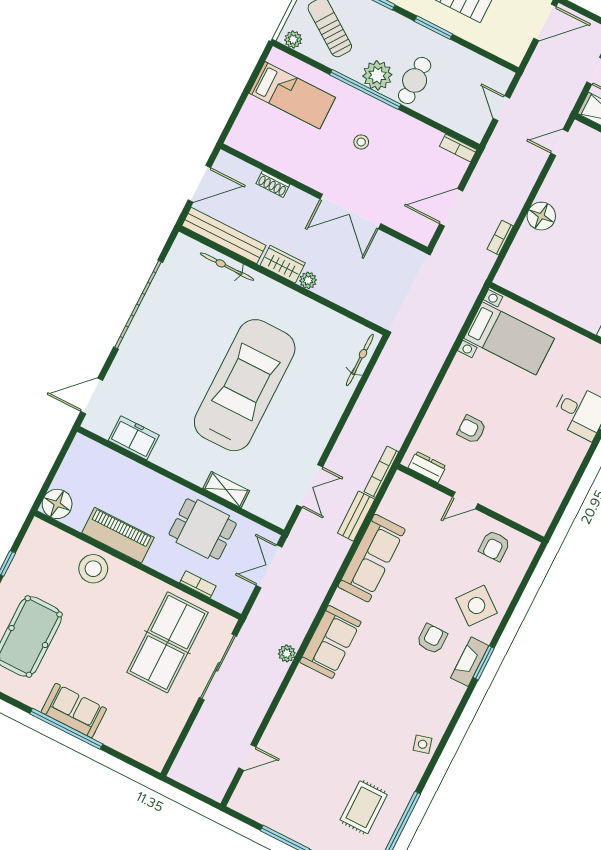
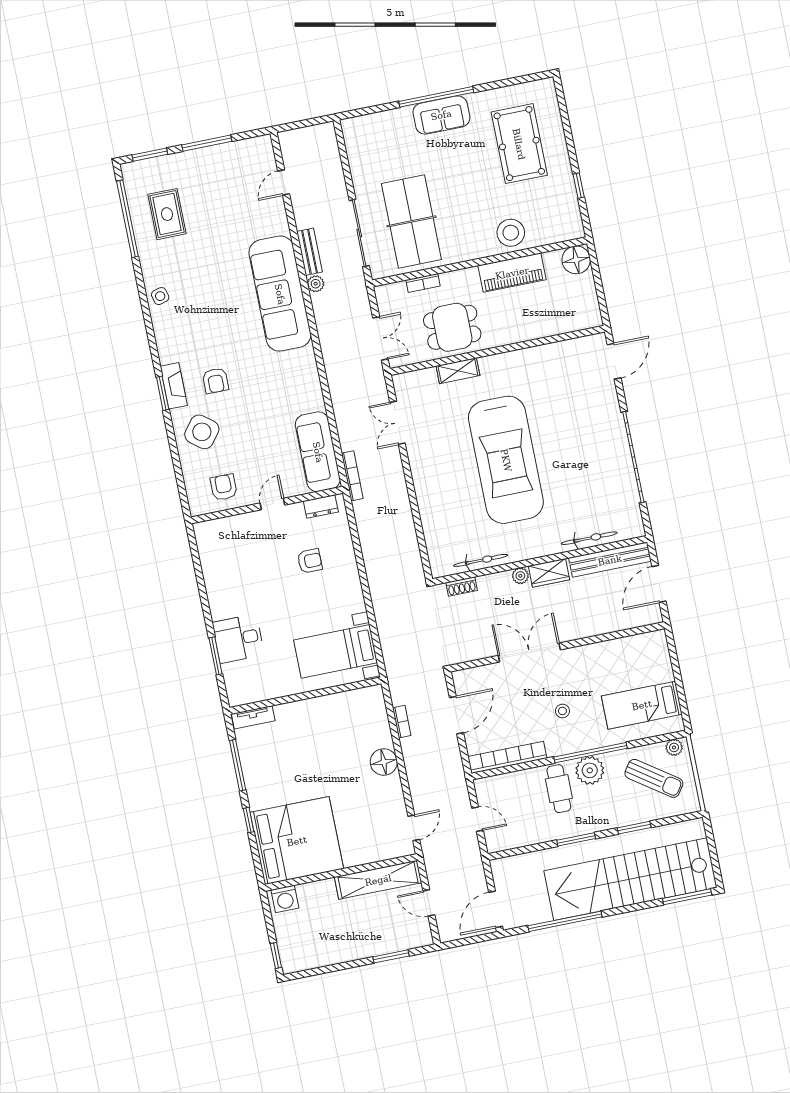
bookcase: (458, 148) -> (507, 757), width x2.31, depth x1.31
shoe rack: (273, 184) -> (462, 587), moved, turned 180
bicycle: (360, 360) -> (481, 560), moved, turned -90
freezer: (134, 438) -> (558, 355), removed
bench: (356, 516) -> (309, 252), moved
sofa: (372, 558) -> (318, 452), moved
sofa: (330, 642) -> (280, 294), width x1.85, depth x1.27

